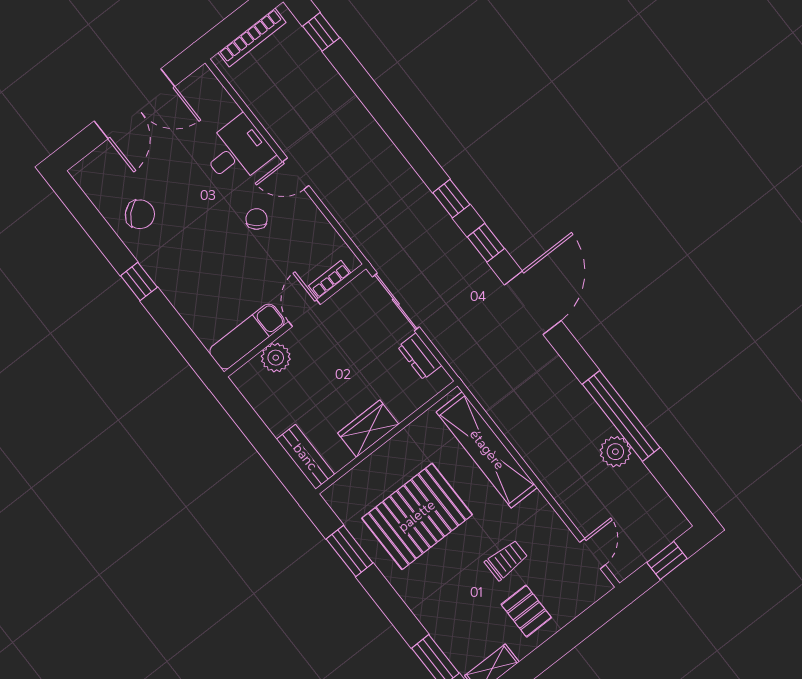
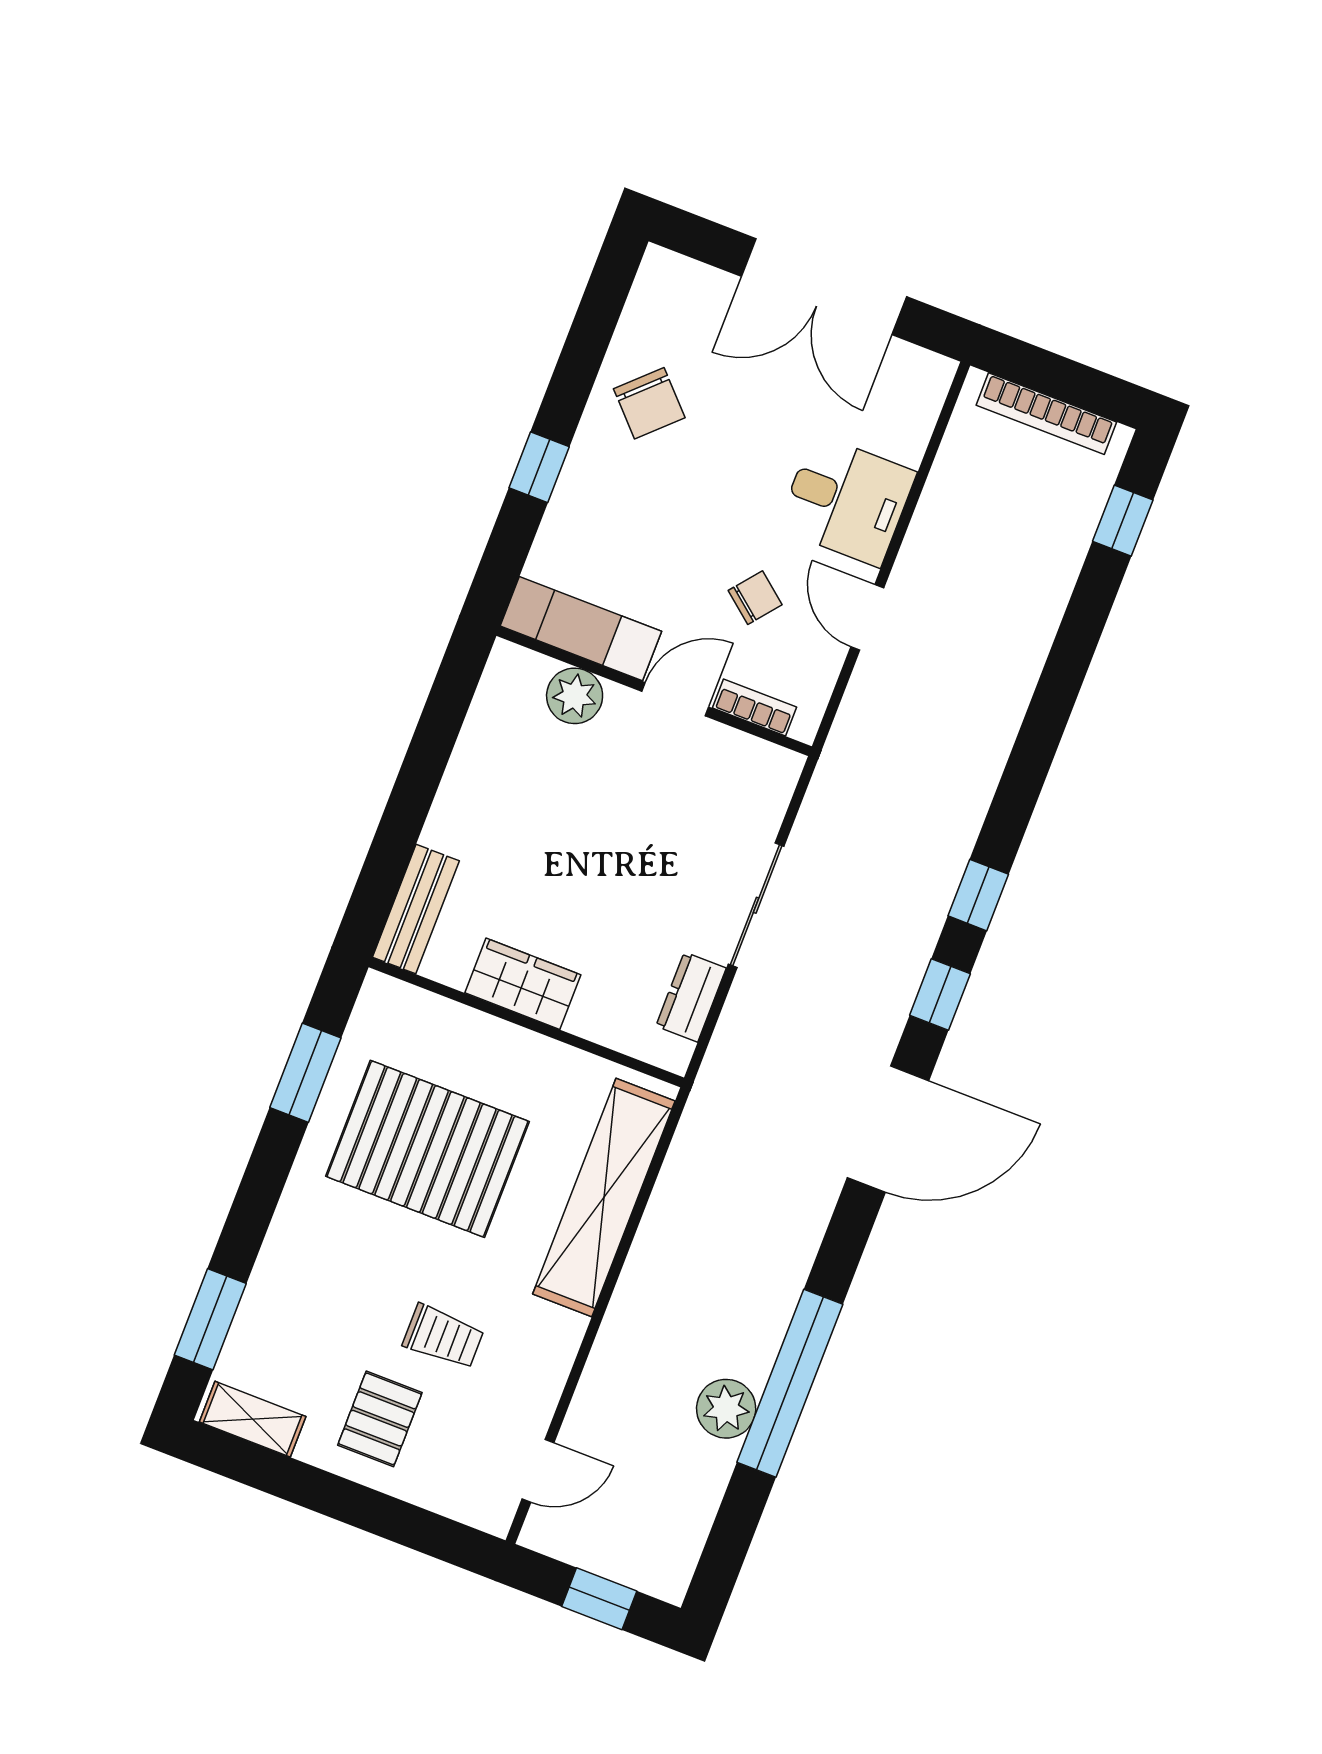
bookcase: (330, 279) -> (755, 708), moved
door: (304, 313) -> (675, 699), moved
wall: (295, 320) -> (654, 691), moved
exam couch: (247, 337) -> (581, 629), moved
plant: (276, 358) -> (575, 696), moved

